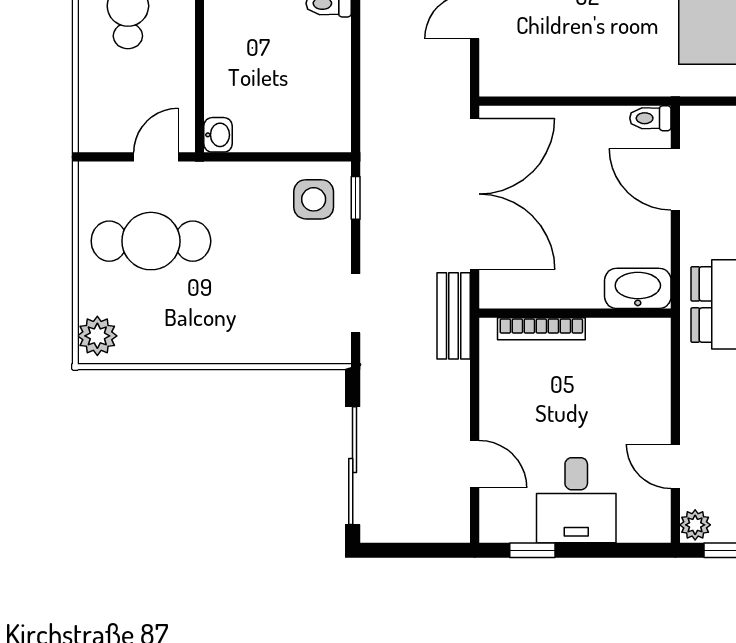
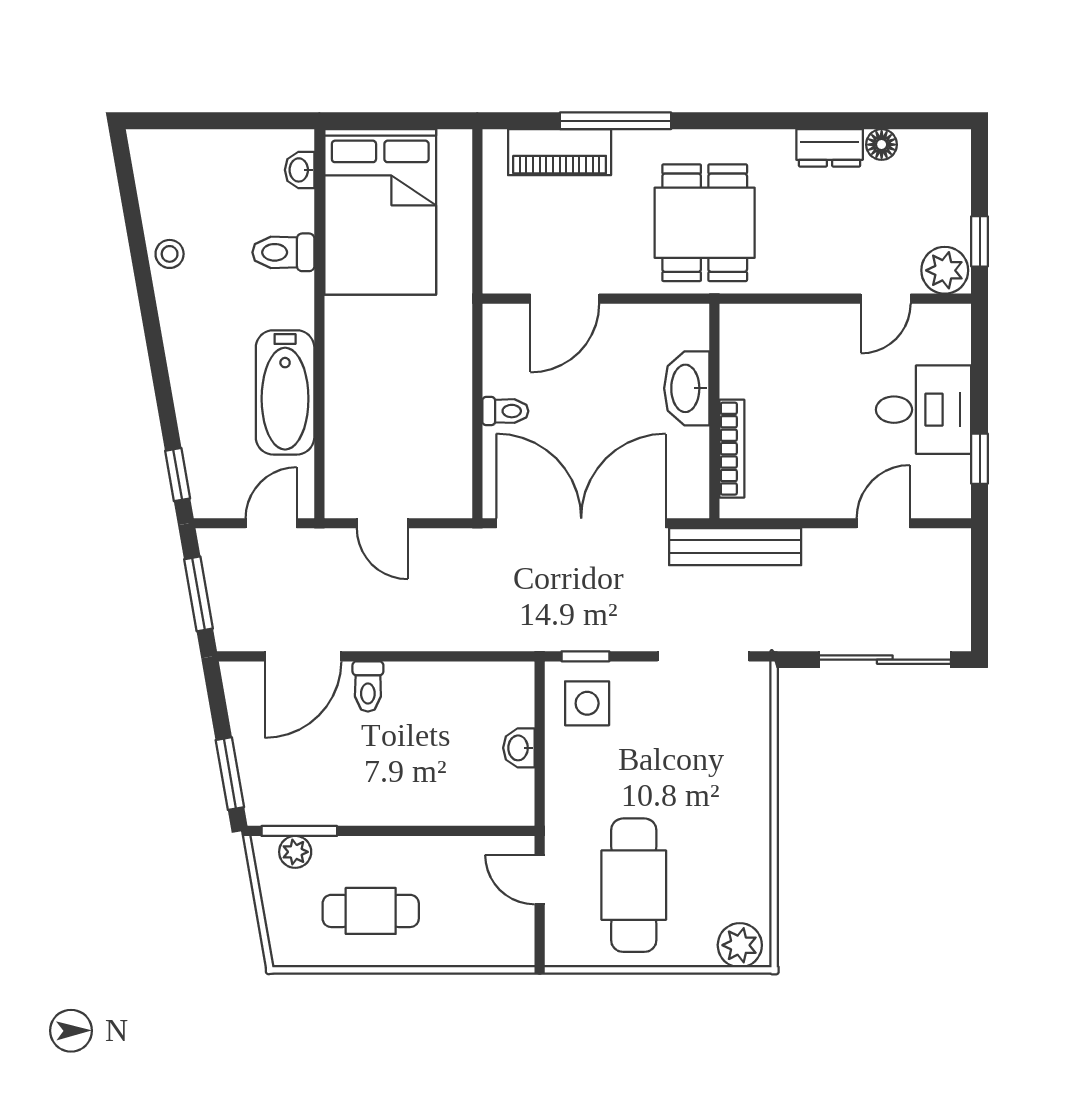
toilet: (650, 118) -> (505, 411), moved, turned -90
washbasin: (218, 135) -> (519, 748), moved, turned -90
washbasin: (638, 288) -> (687, 388), moved
doorway: (356, 303) -> (703, 656), width x1.38
bench: (454, 316) -> (735, 547), width x1.36
plant: (695, 525) -> (945, 270), width x1.38, depth x1.38

